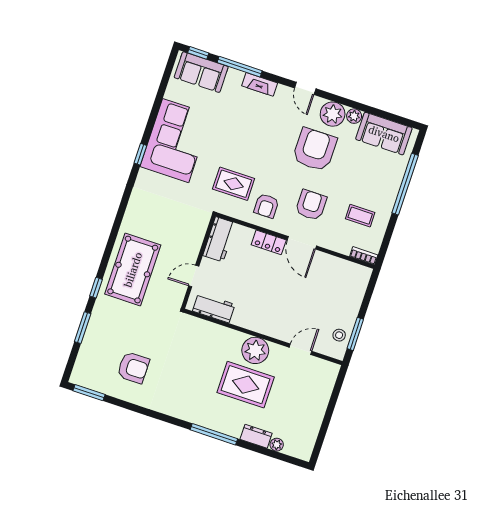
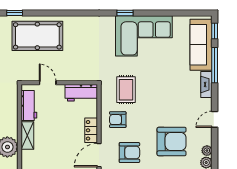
sofa: (201, 72) -> (201, 45), width x1.36
plant: (333, 114) -> (207, 151), width x0.53, depth x0.53
shelving: (249, 322) -> (27, 136), added

